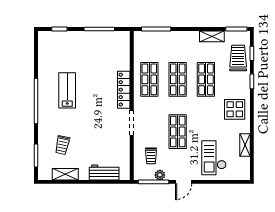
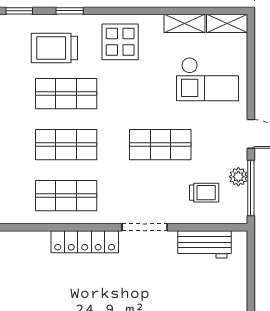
trolley: (238, 58) -> (54, 48), moved
shelving: (245, 169) -> (227, 23), added
workbench: (104, 172) -> (205, 244), moved, turned -90

